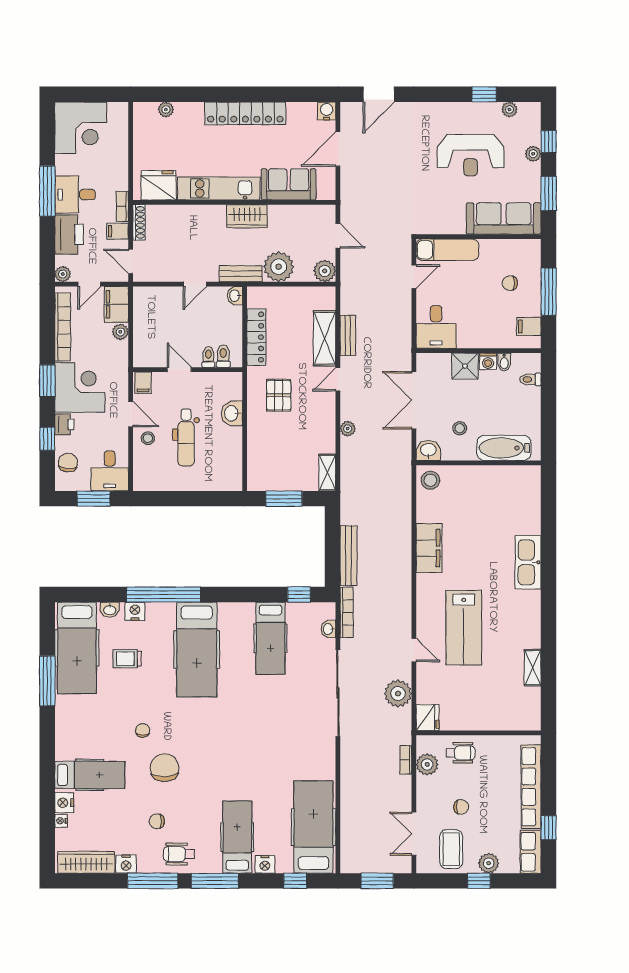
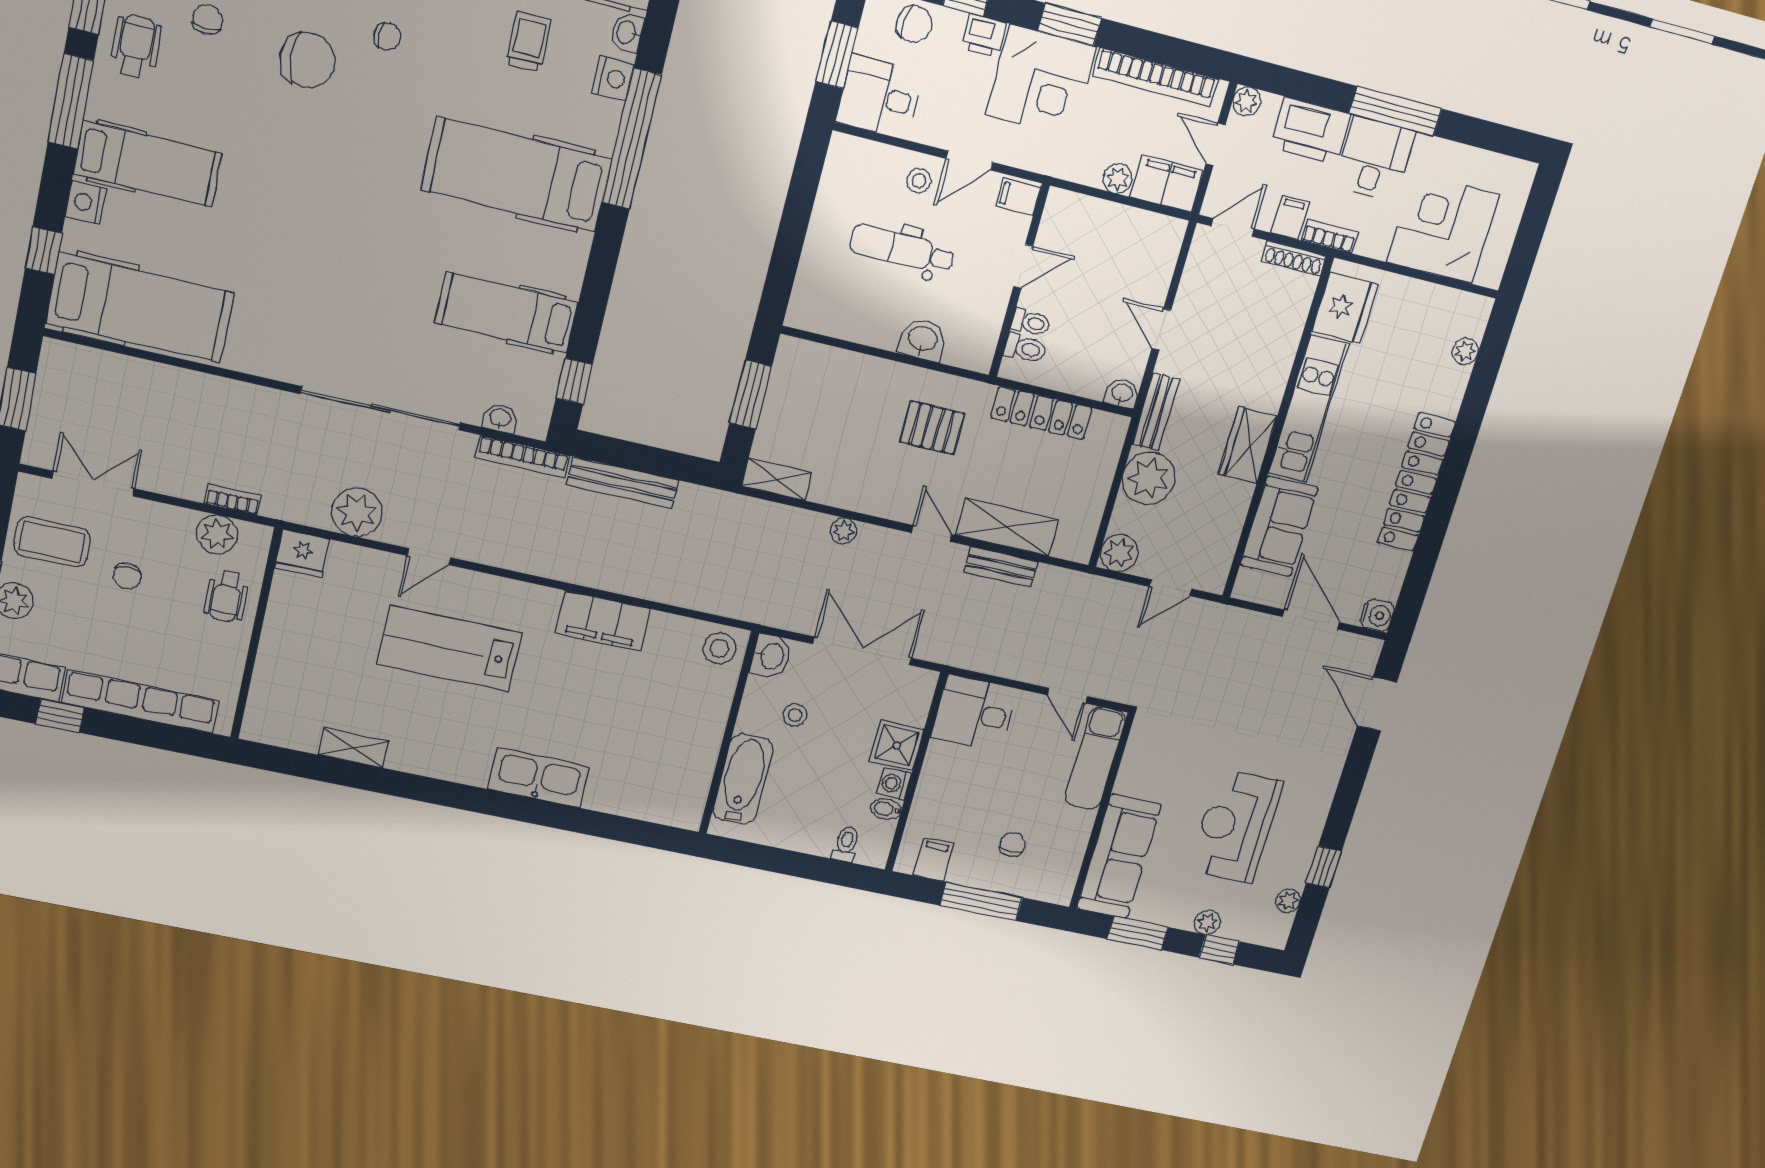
corner desk: (81, 128) -> (1443, 228), moved, turned 90

